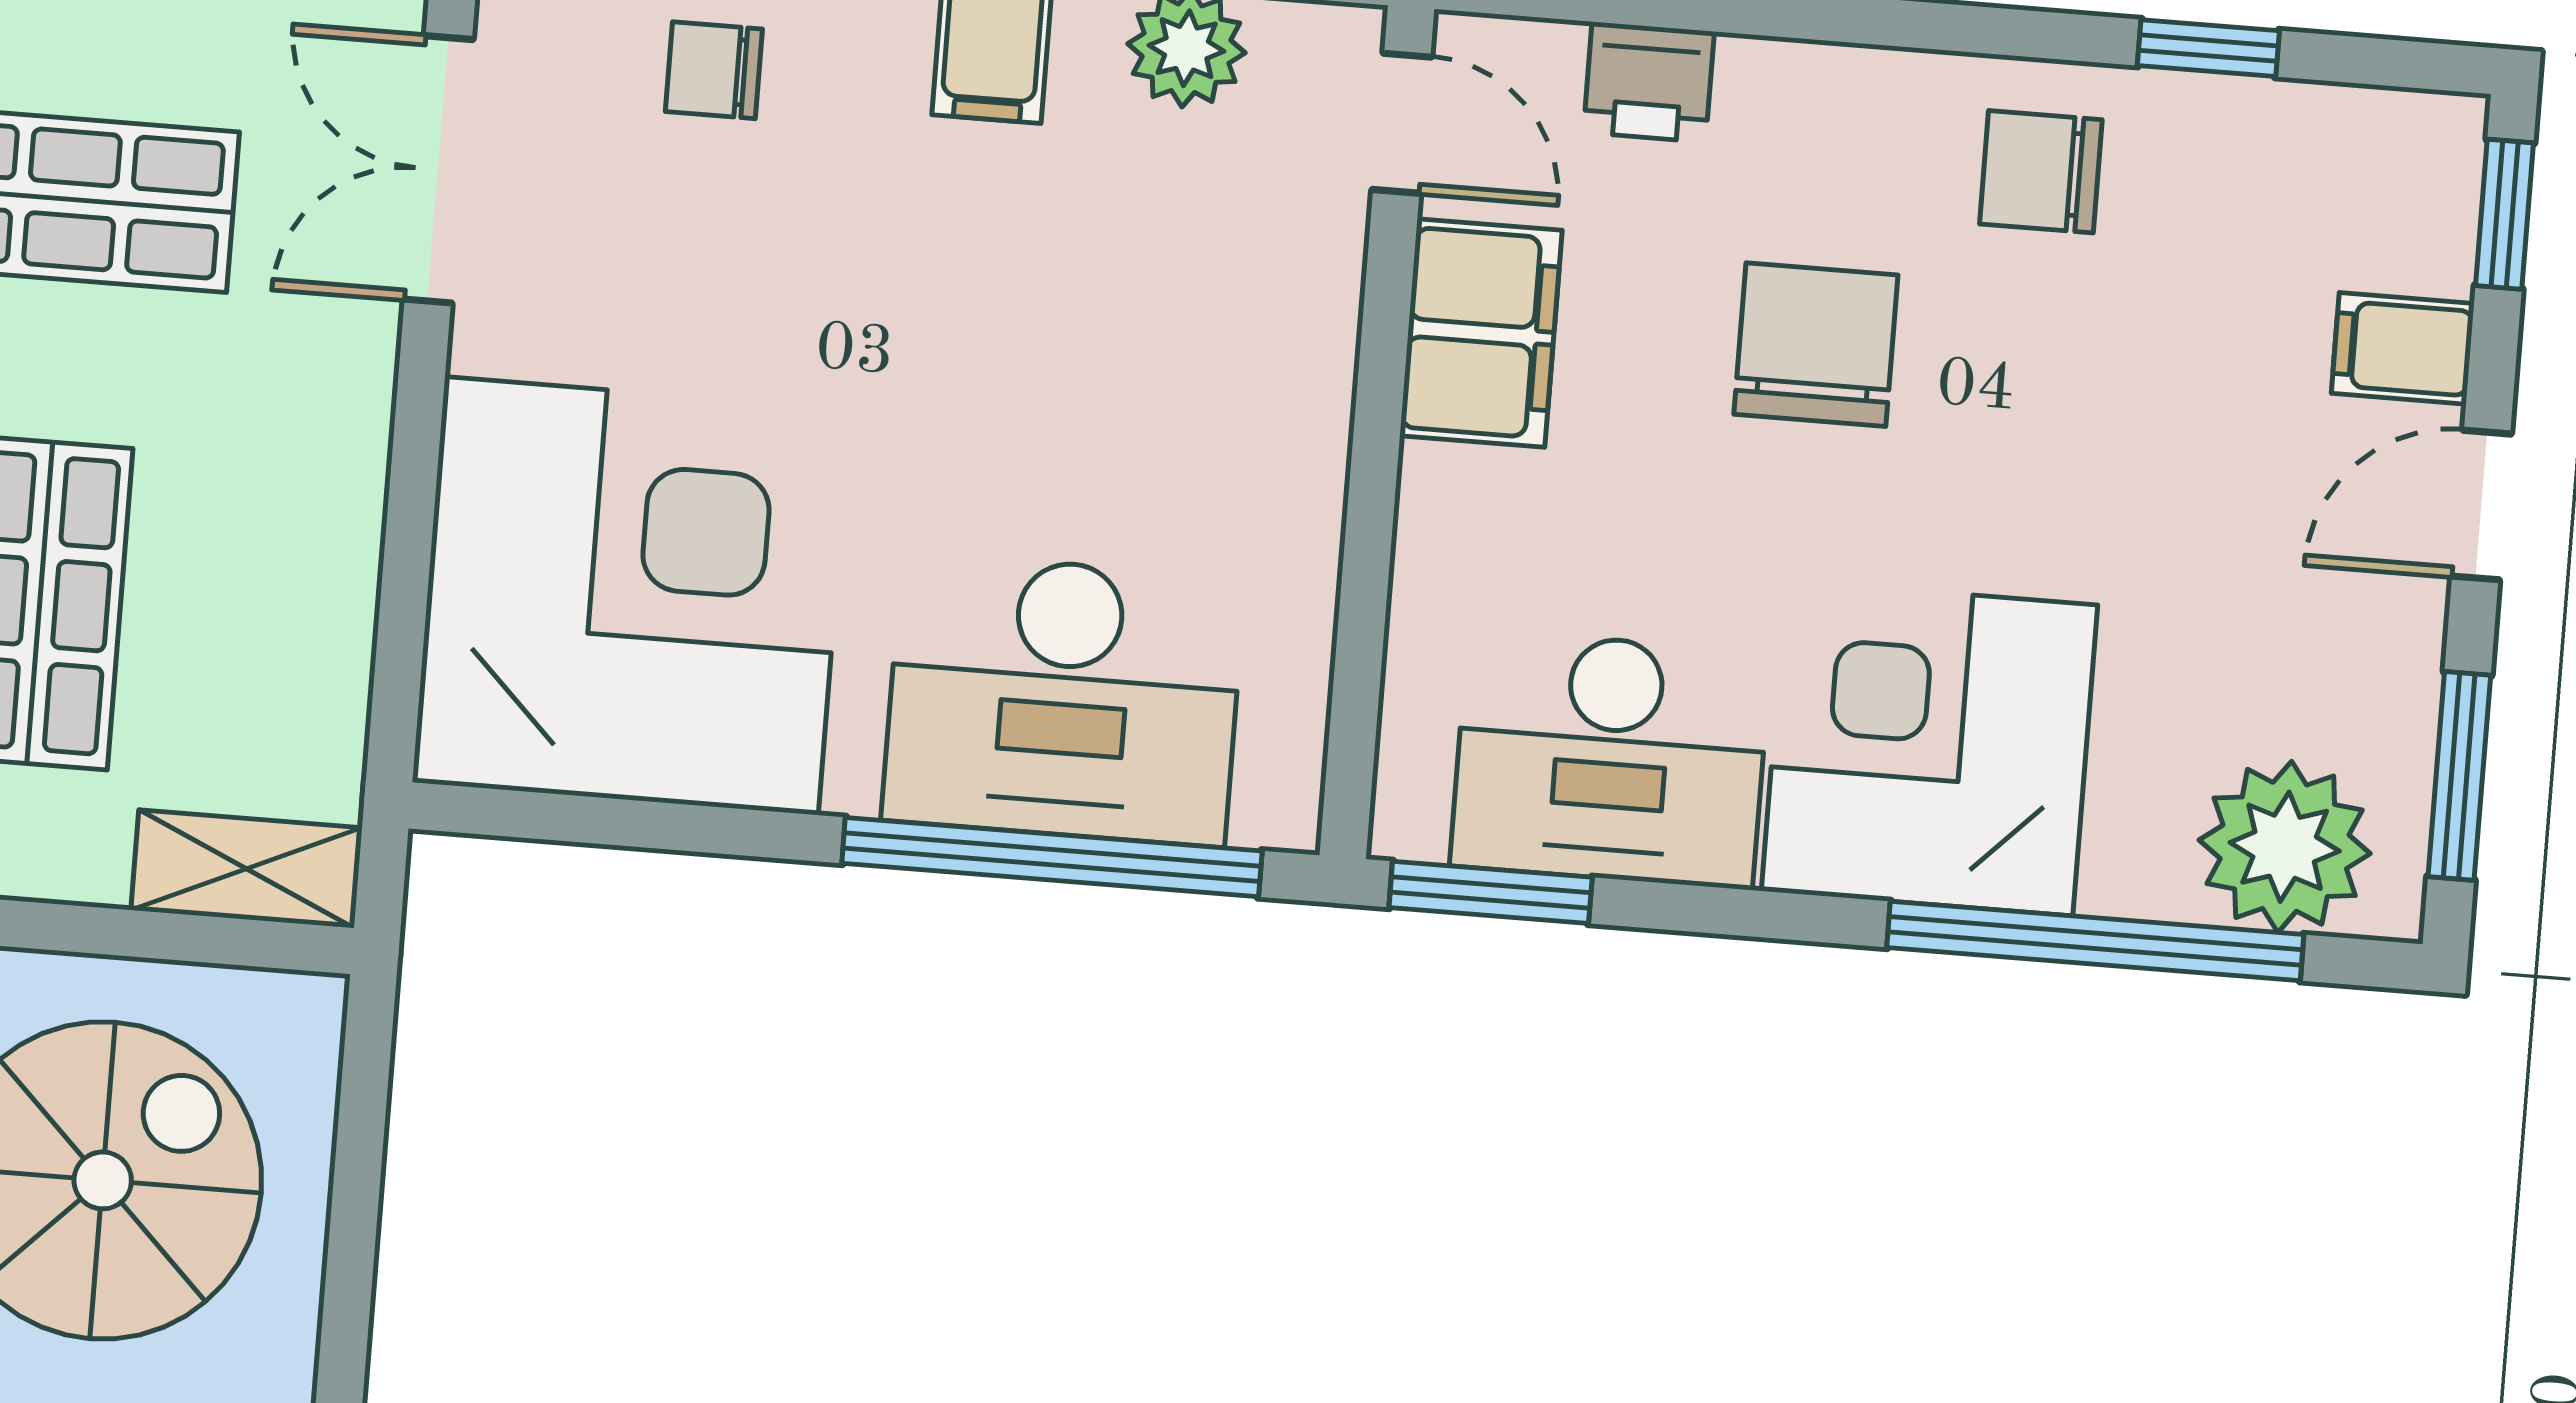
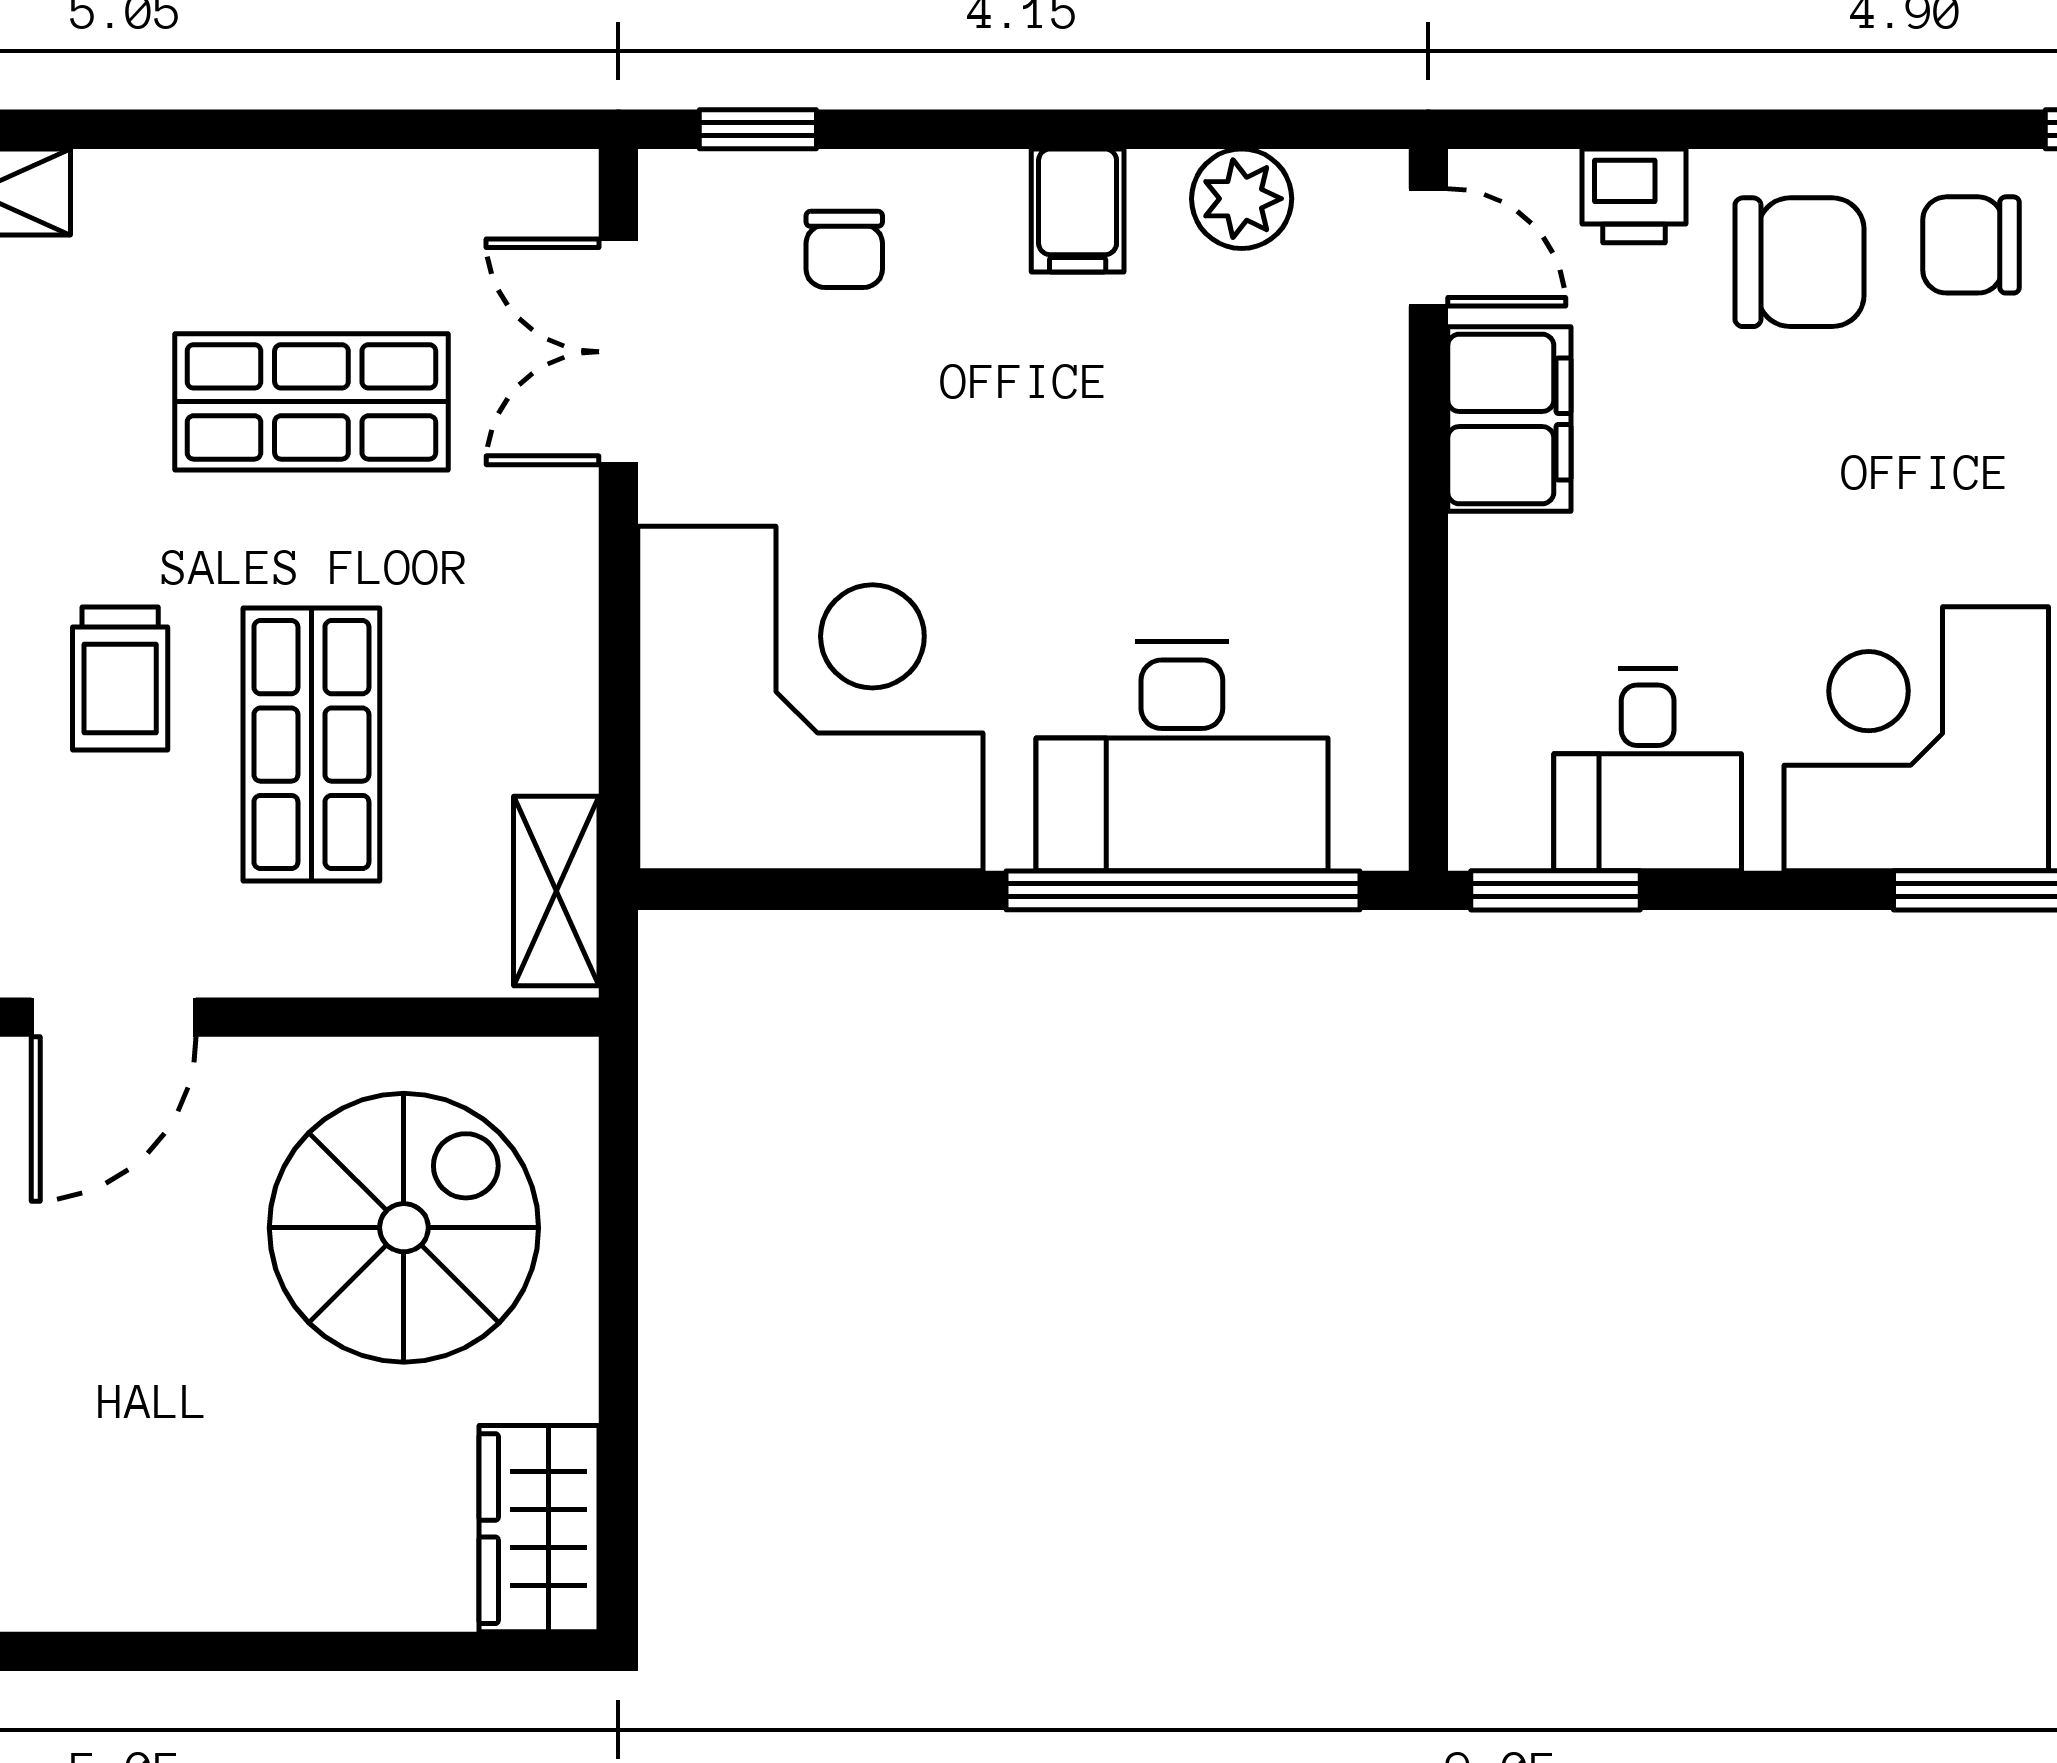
chair: (714, 70) -> (844, 249), turned -90
chair: (1816, 345) -> (1800, 262), moved, turned 90
desk: (1610, 759) -> (1648, 770), width x0.73
shelving: (246, 869) -> (556, 891), moved, turned 90

